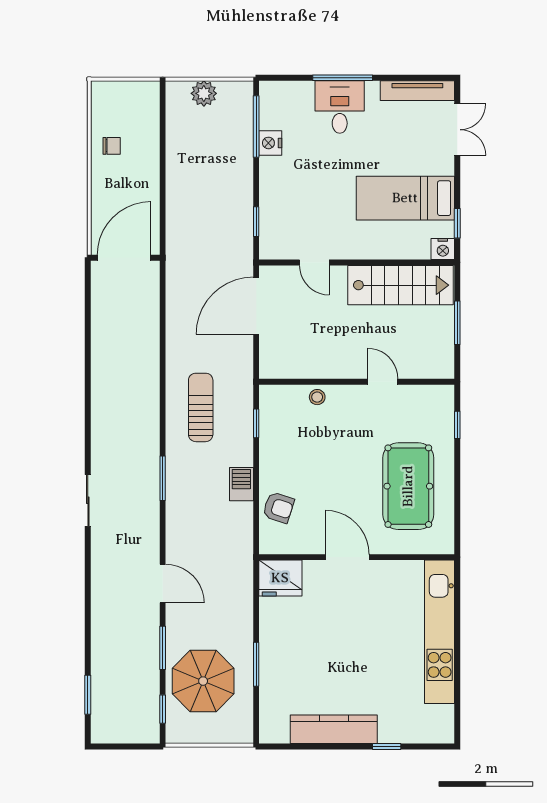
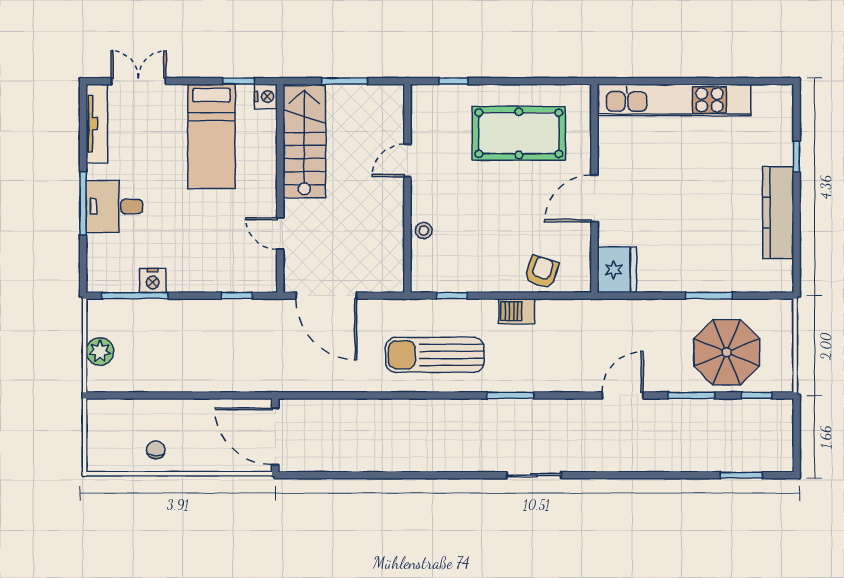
door: (314, 262) -> (280, 234), swing flipped
sun lounger: (201, 407) -> (435, 355), width x1.36, depth x1.34

